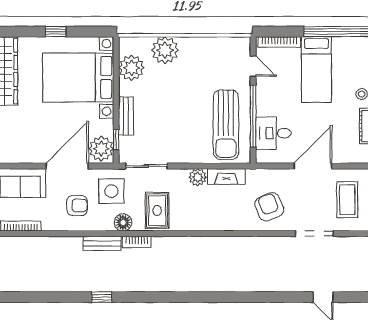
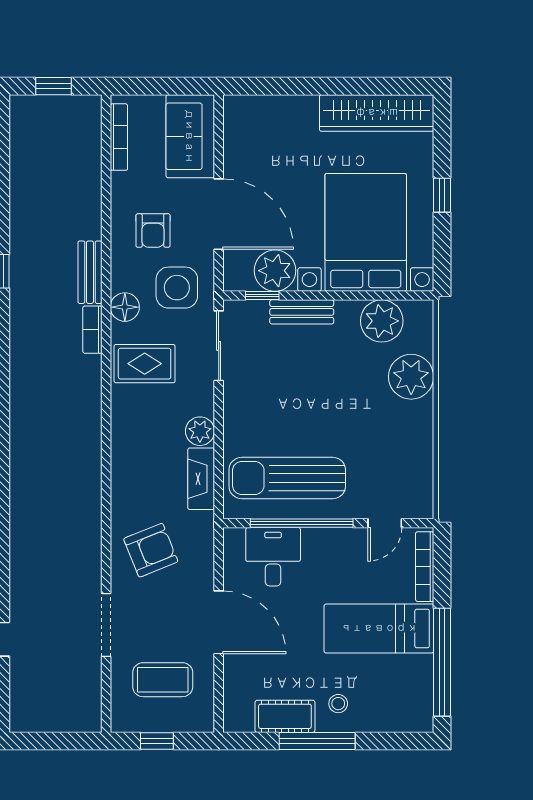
plant: (101, 149) -> (275, 271), moved

